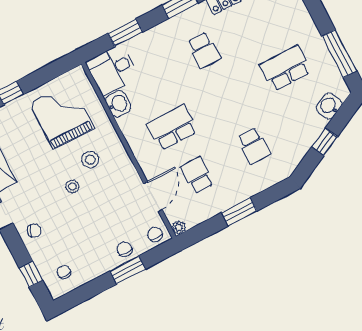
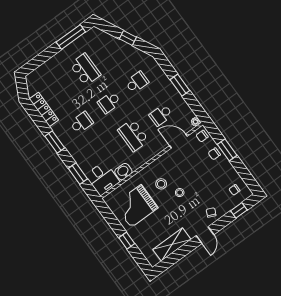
school desk: (285, 68) -> (85, 70), turned 180
school desk: (229, 98) -> (109, 102), added
washbasin: (329, 106) -> (105, 39), removed

